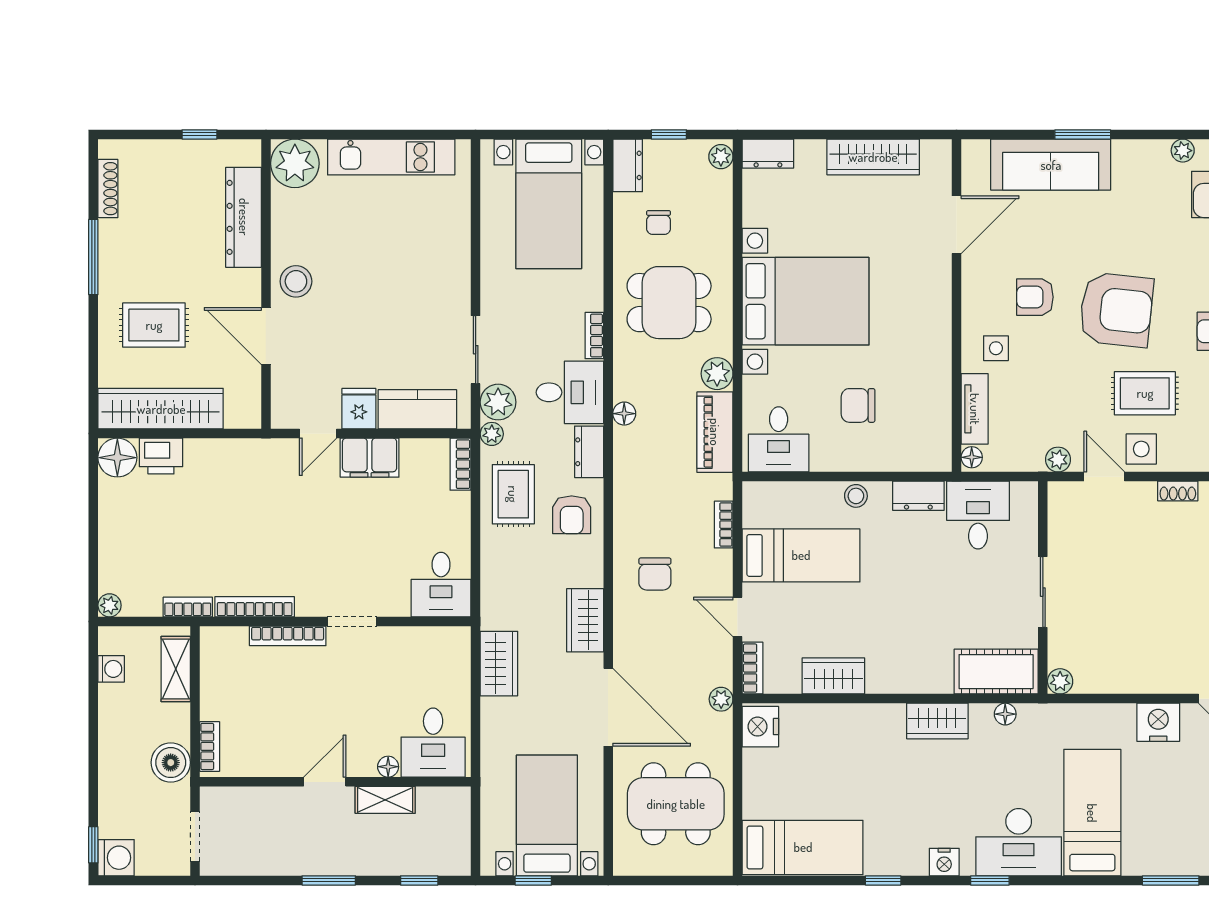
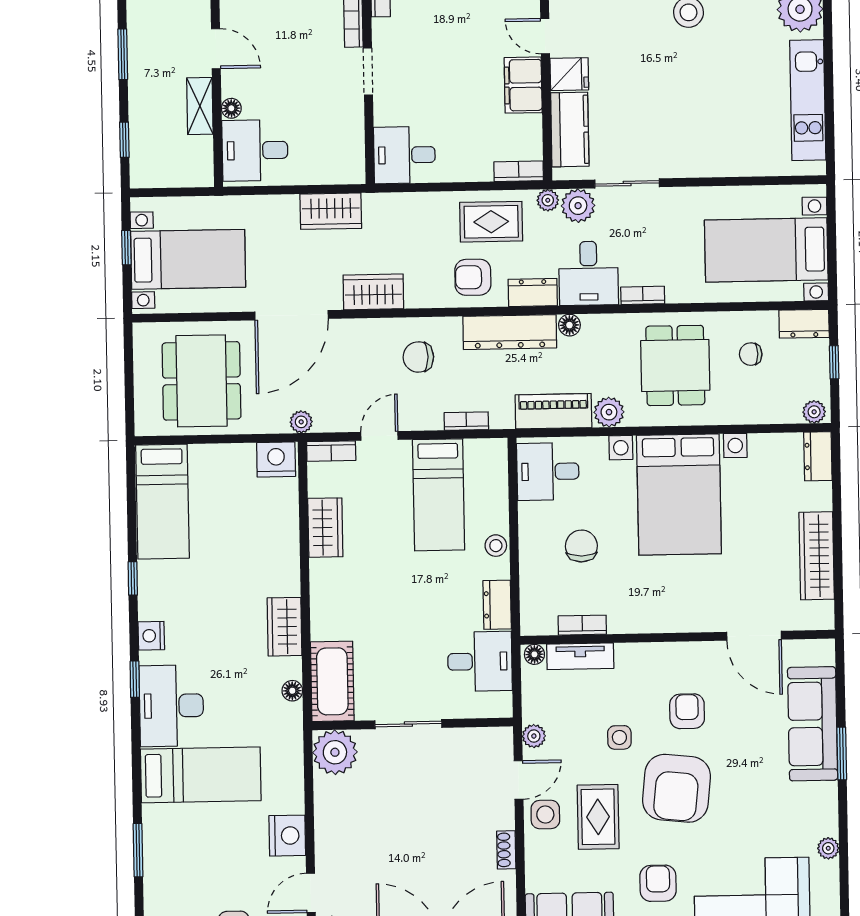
side table: (996, 348) -> (619, 737), moved
bookcase: (942, 406) -> (582, 625), added
dresser: (630, 477) -> (510, 332), added
plant: (1060, 681) -> (335, 752), width x1.87, depth x1.87

